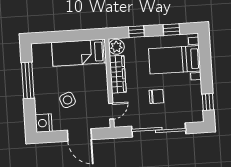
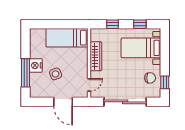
plant: (116, 47) -> (96, 35), removed
window: (28, 80) -> (26, 73), moved
chair: (156, 97) -> (150, 78), moved
nightstand: (44, 123) -> (36, 65), moved

